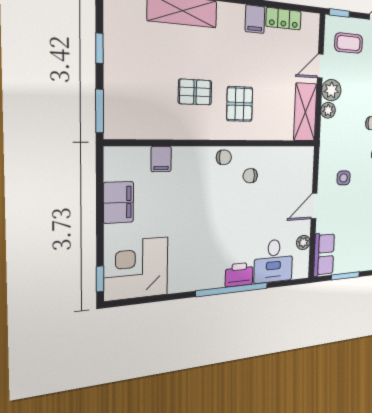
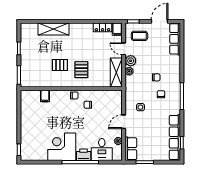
filing cabinet: (255, 19) -> (117, 29), moved
door: (320, 66) -> (124, 49), hinge flipped
filing cabinet: (119, 202) -> (27, 115), removed
corner desk: (136, 269) -> (62, 147), moved

